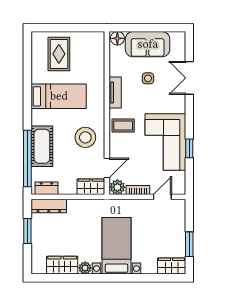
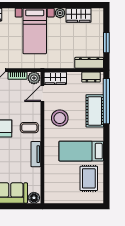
rug: (59, 54) -> (89, 178), moved
side table: (148, 78) -> (9, 166), removed

